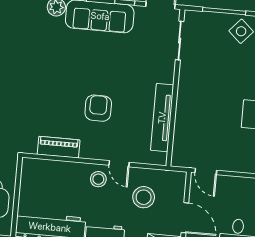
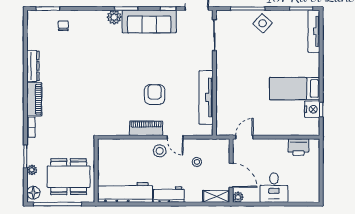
piano: (59, 147) -> (146, 128), moved
door: (206, 171) -> (244, 137), swing flipped
stool: (144, 197) -> (197, 162), width x0.53, depth x0.53

